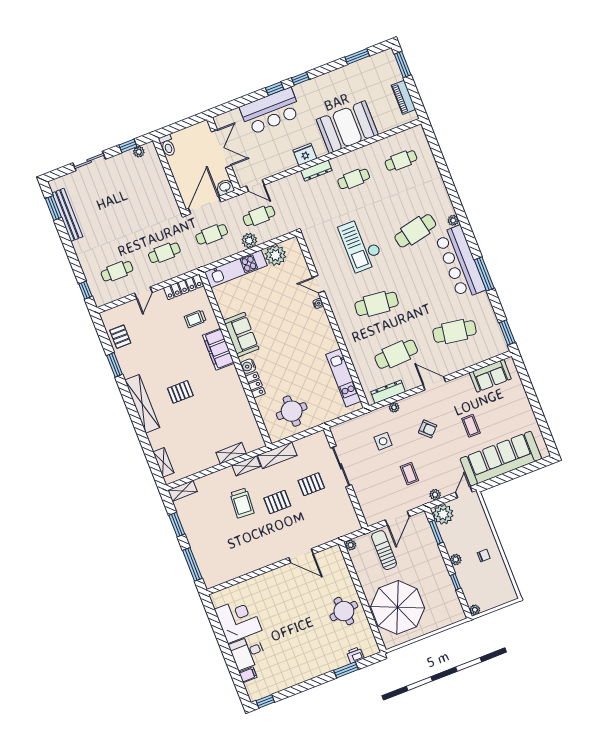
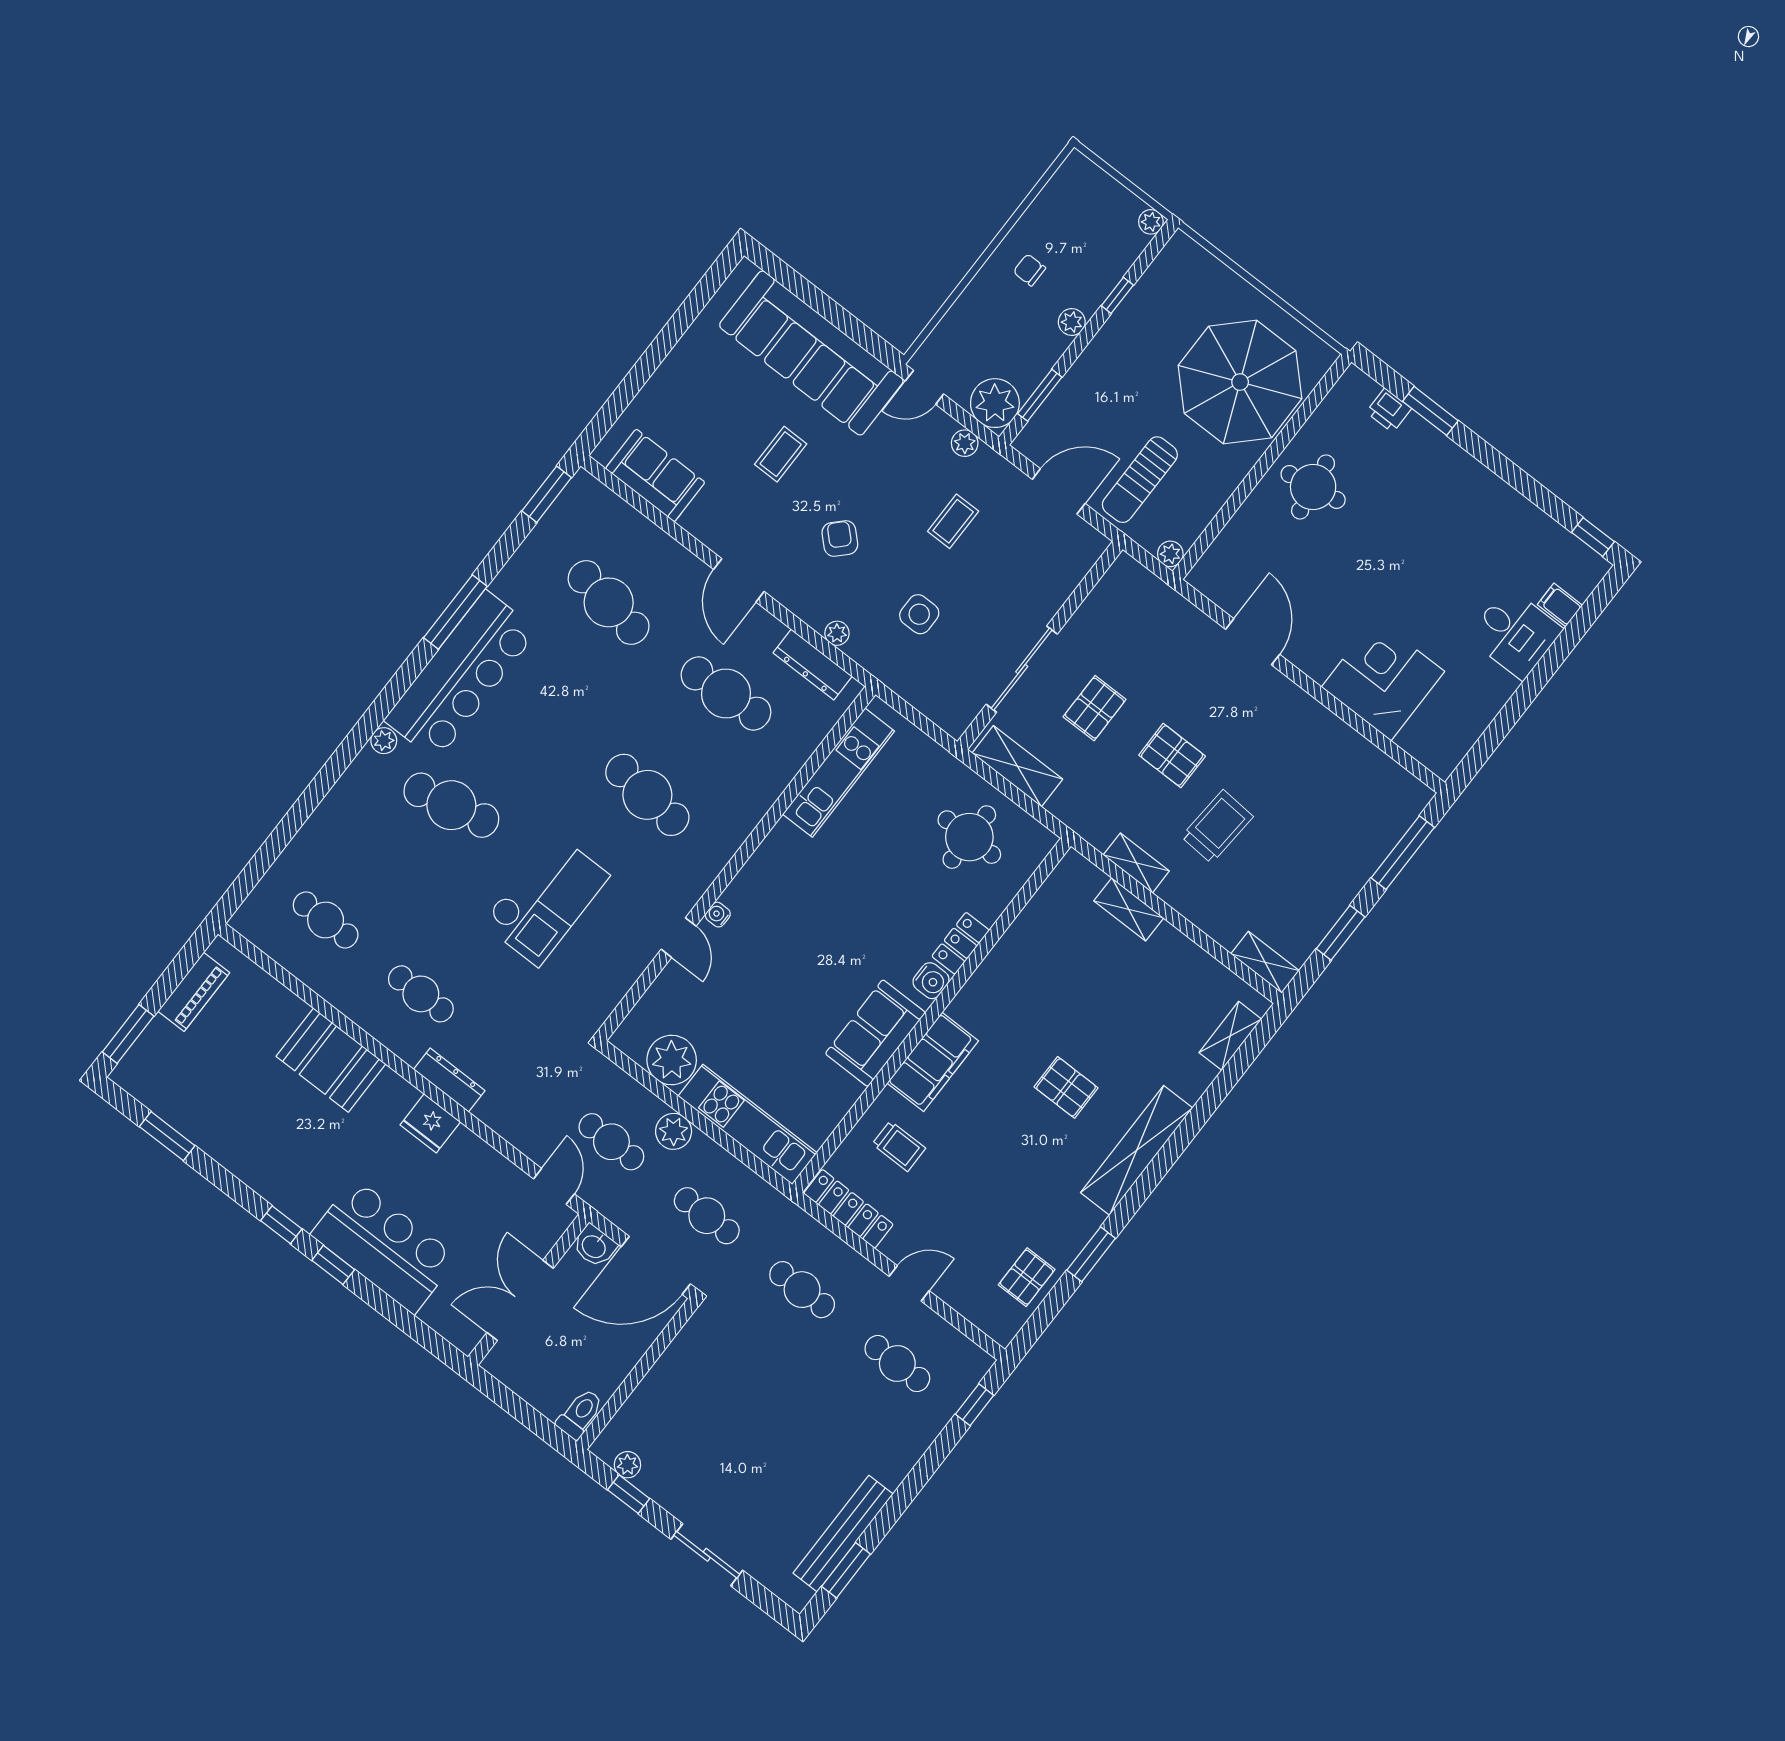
booth: (347, 127) -> (331, 1060), width x0.73, depth x0.70
shelving: (277, 455) -> (1017, 766), moved
pallet: (311, 484) -> (1095, 708), turned 90
corner desk: (238, 620) -> (1383, 679), moved, turned 90

